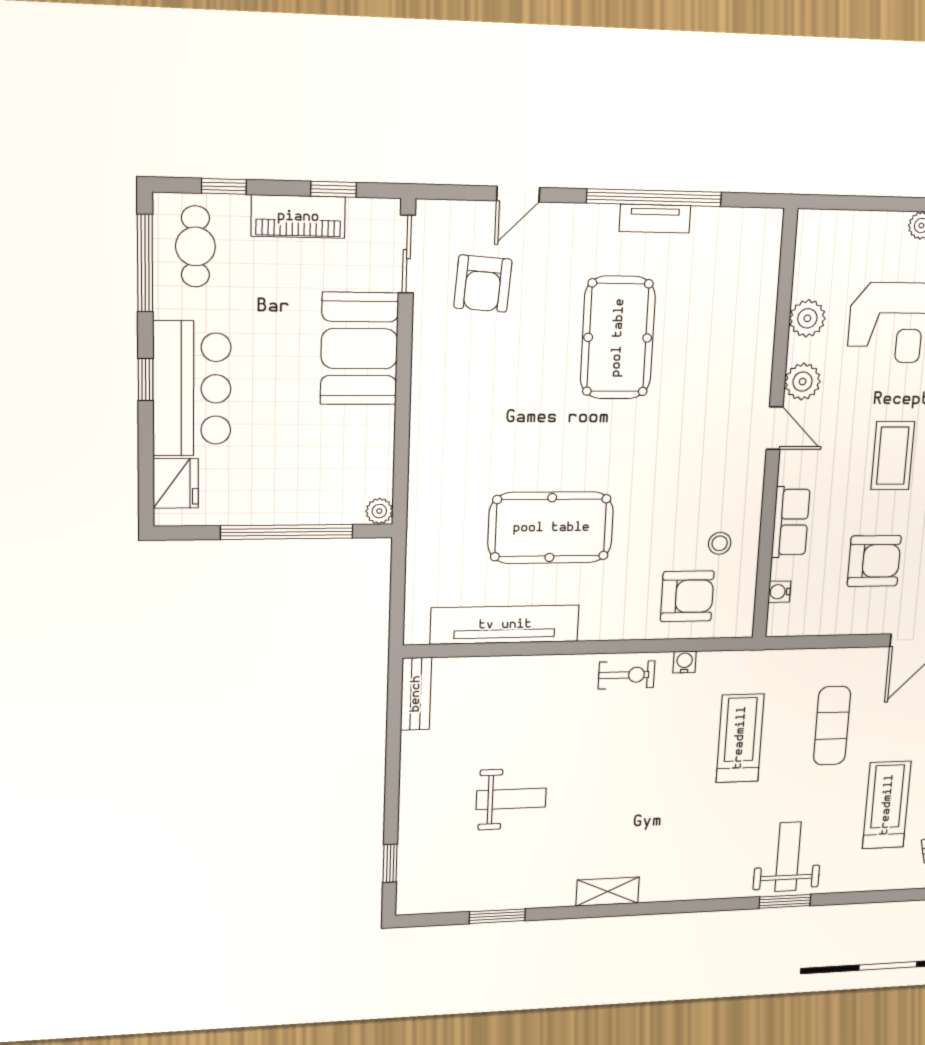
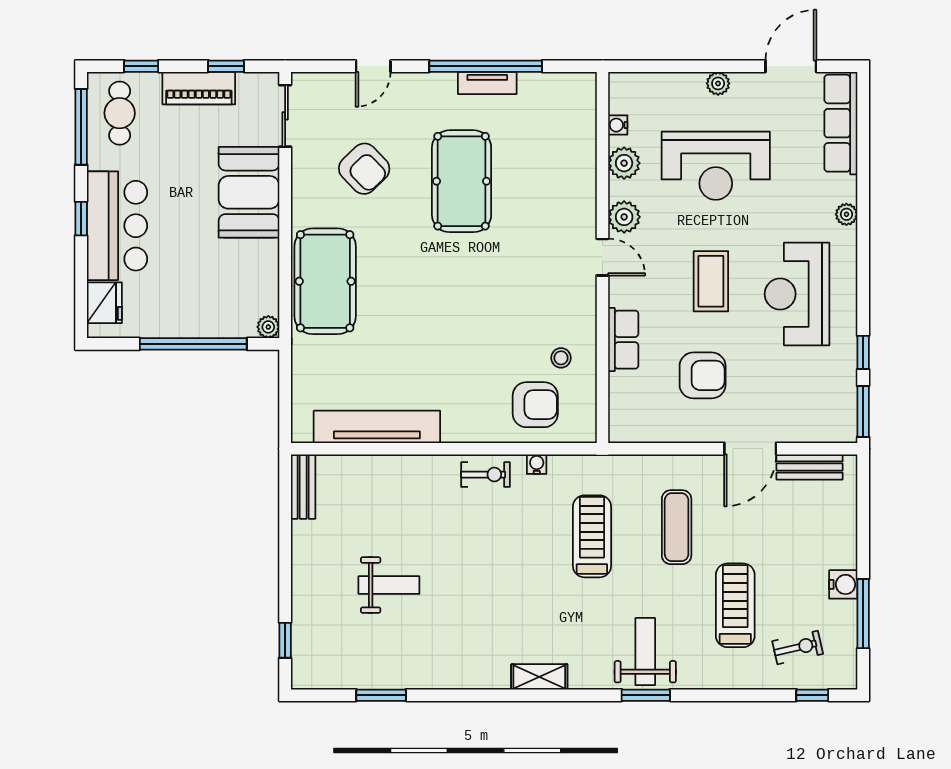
armchair: (483, 284) -> (364, 169), moved, turned -48
pool table: (551, 528) -> (325, 281), moved, turned 90
water cooler: (779, 592) -> (618, 125), moved
shelving: (608, 892) -> (539, 677), moved

